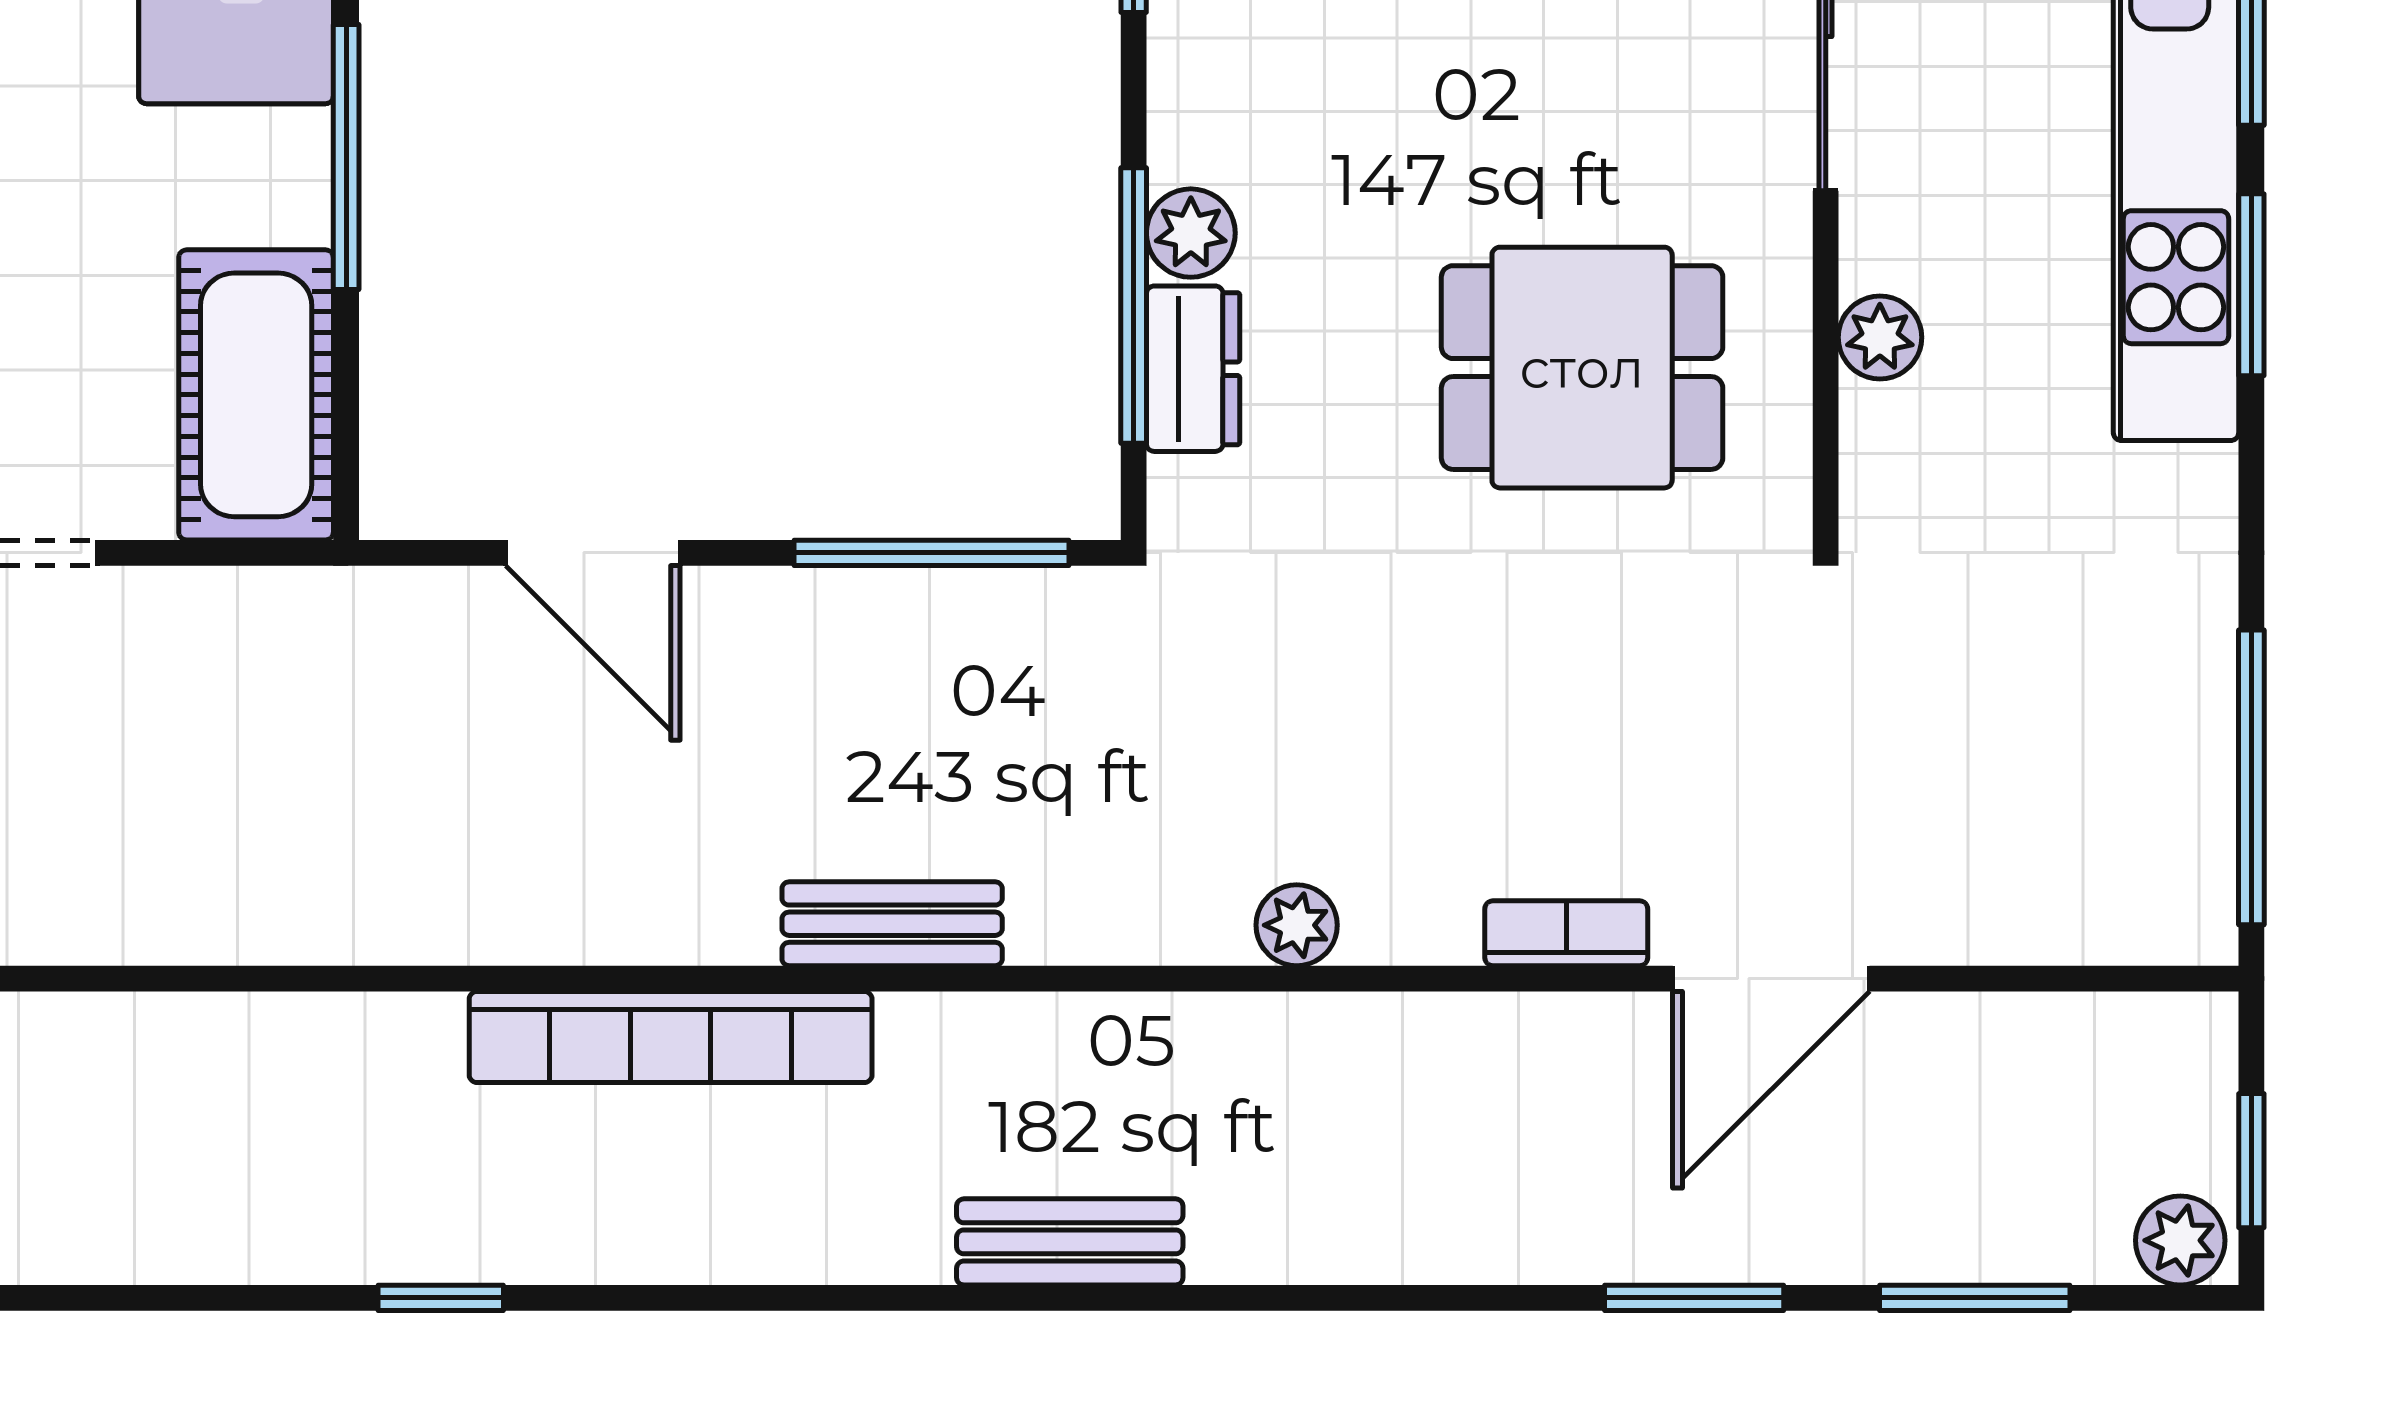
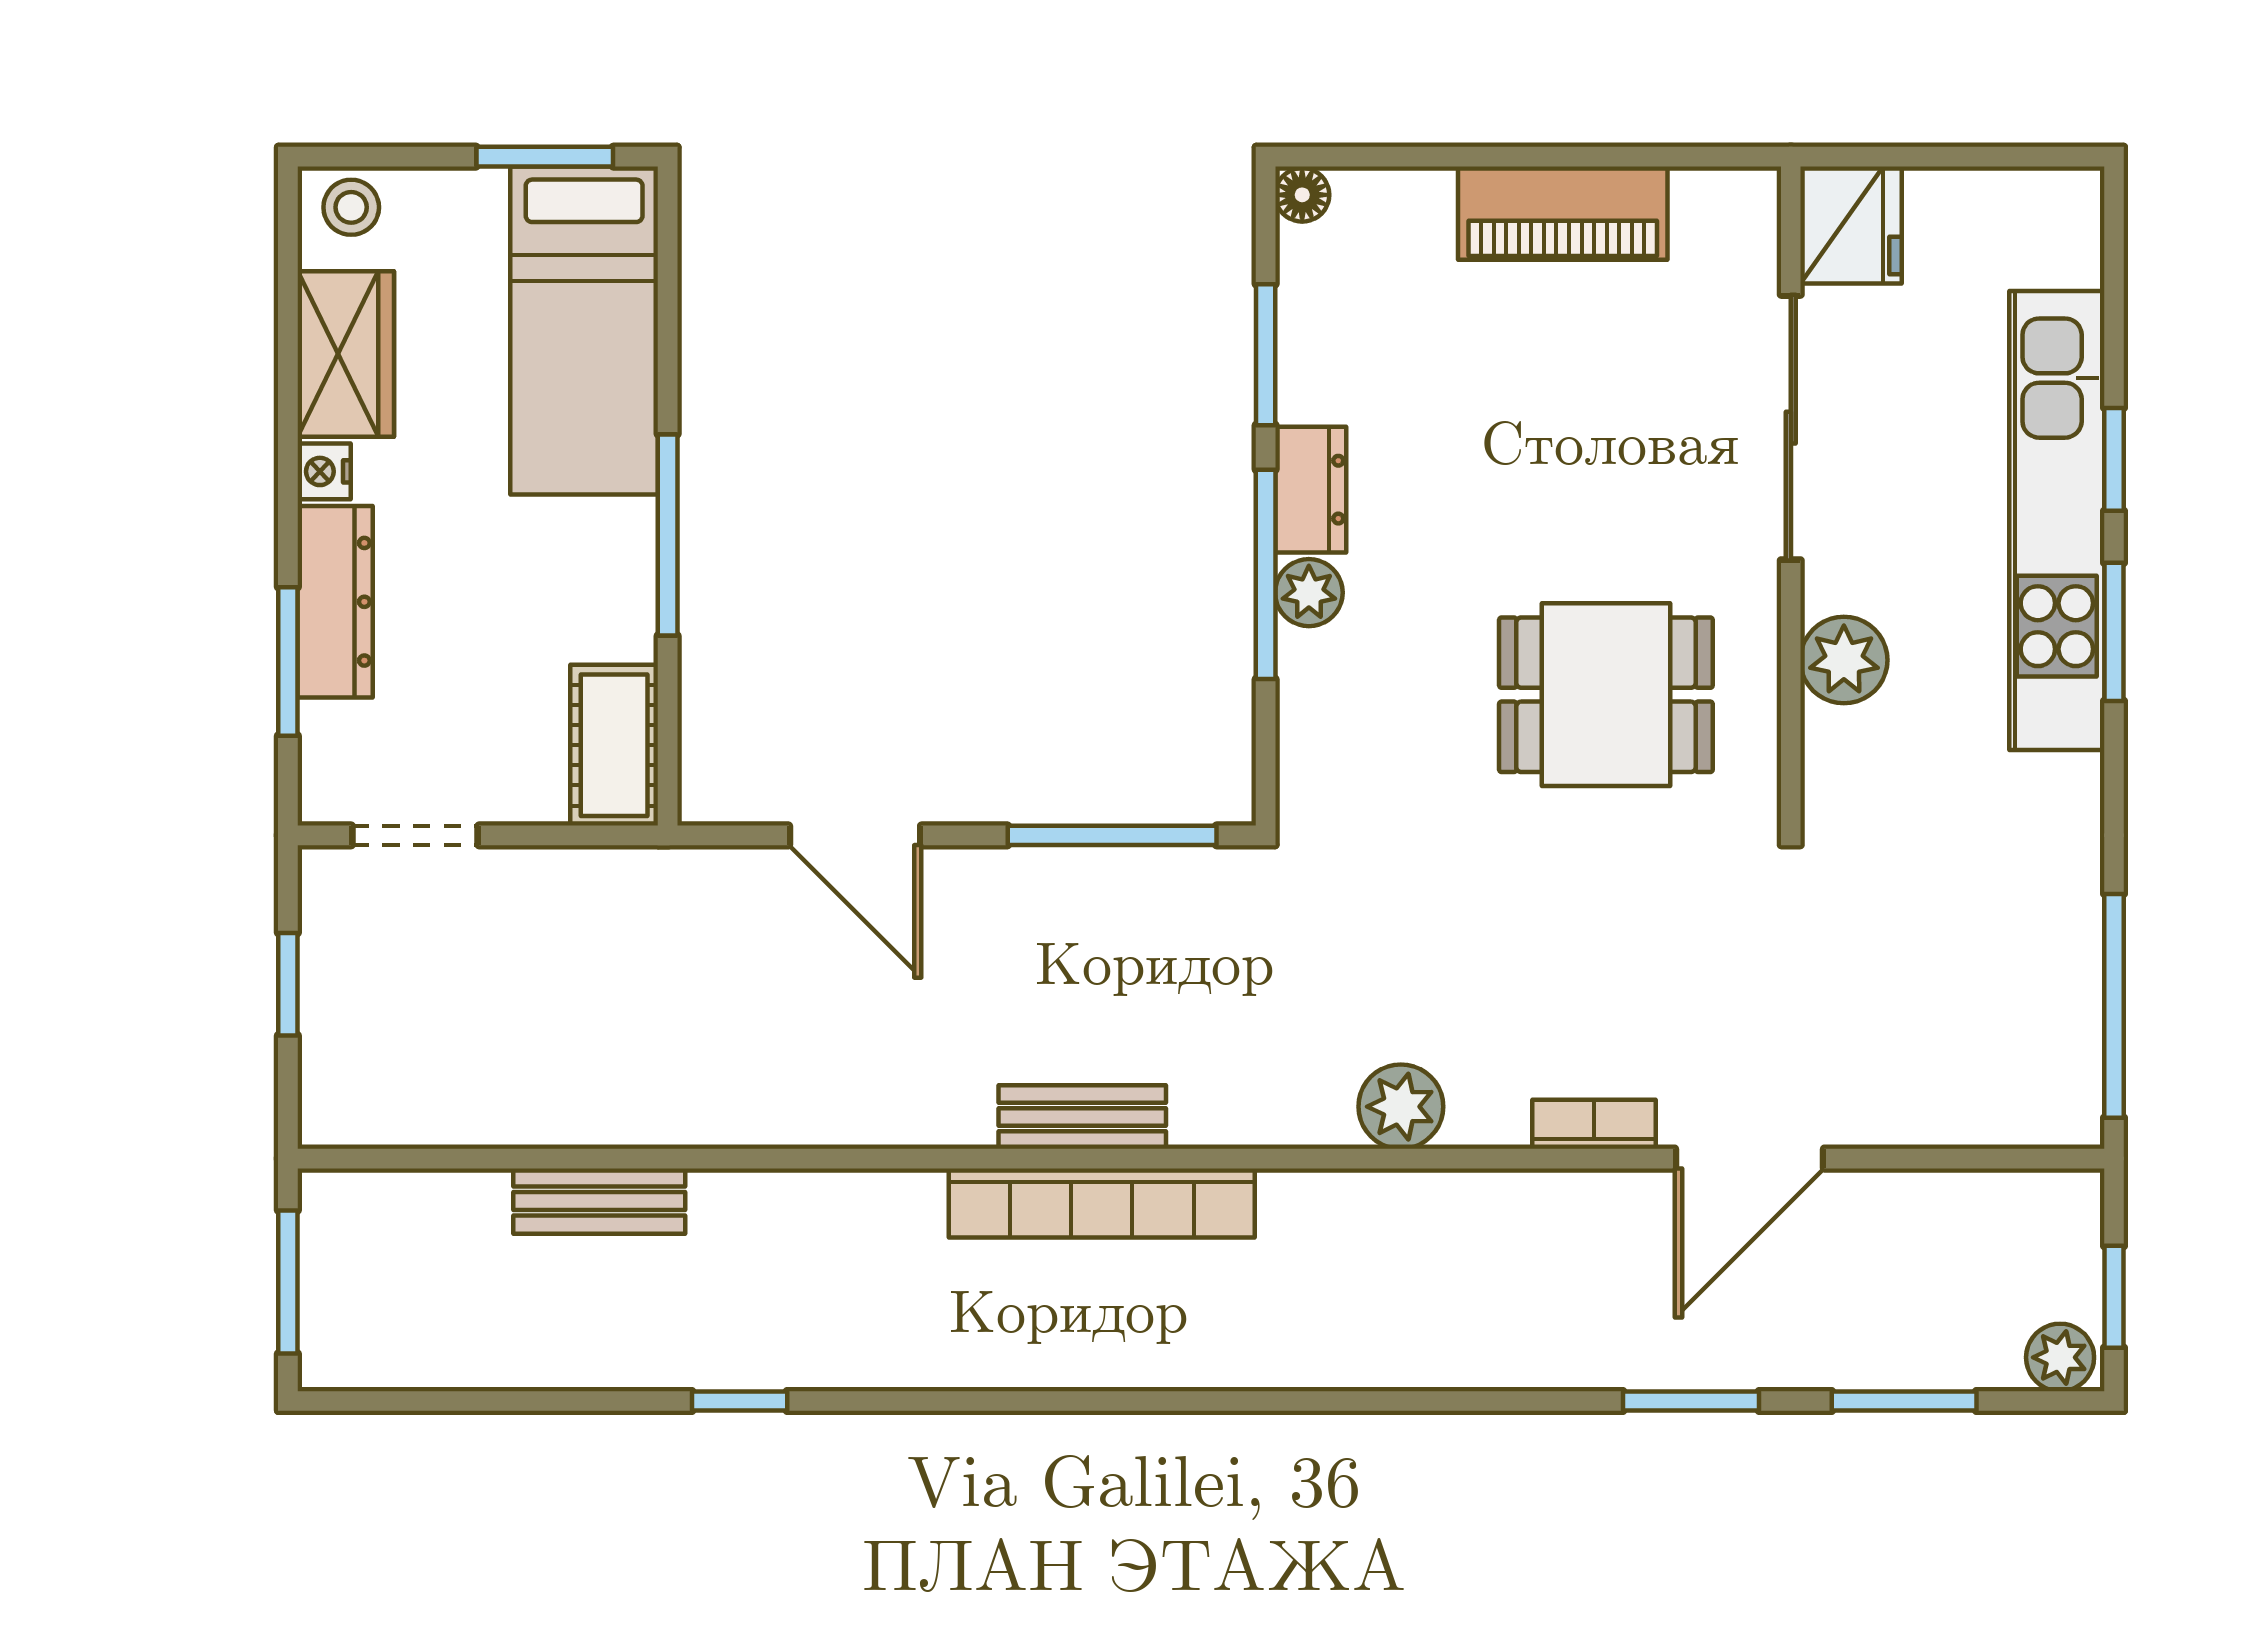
window: (1134, 306) -> (1266, 574), moved
plant: (1880, 337) -> (1844, 660), width x1.38, depth x1.38
dresser: (1193, 369) -> (1311, 490), moved
cot: (256, 395) -> (614, 745), width x0.73, depth x0.75
plant: (1297, 925) -> (1401, 1107), width x1.38, depth x1.38
bookcase: (671, 1037) -> (1102, 1203), moved
bench: (1070, 1242) -> (599, 1201), moved

